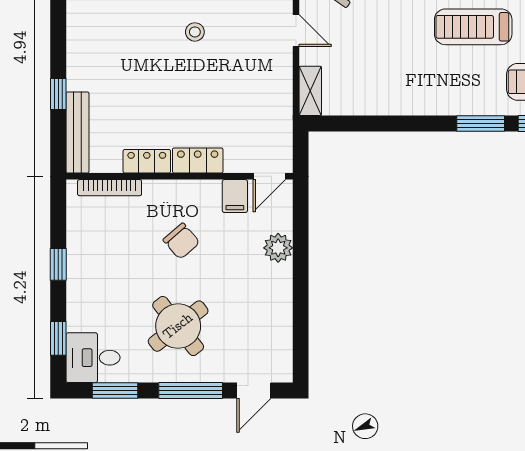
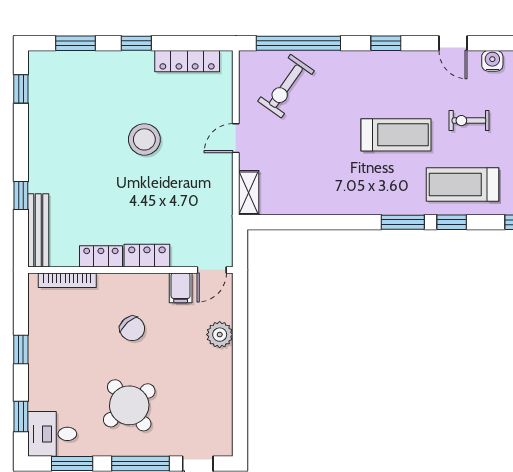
treadmill: (473, 27) -> (396, 135), turned 180
door: (296, 31) -> (236, 138), swing flipped
stool: (195, 32) -> (144, 139), width x1.89, depth x1.89

